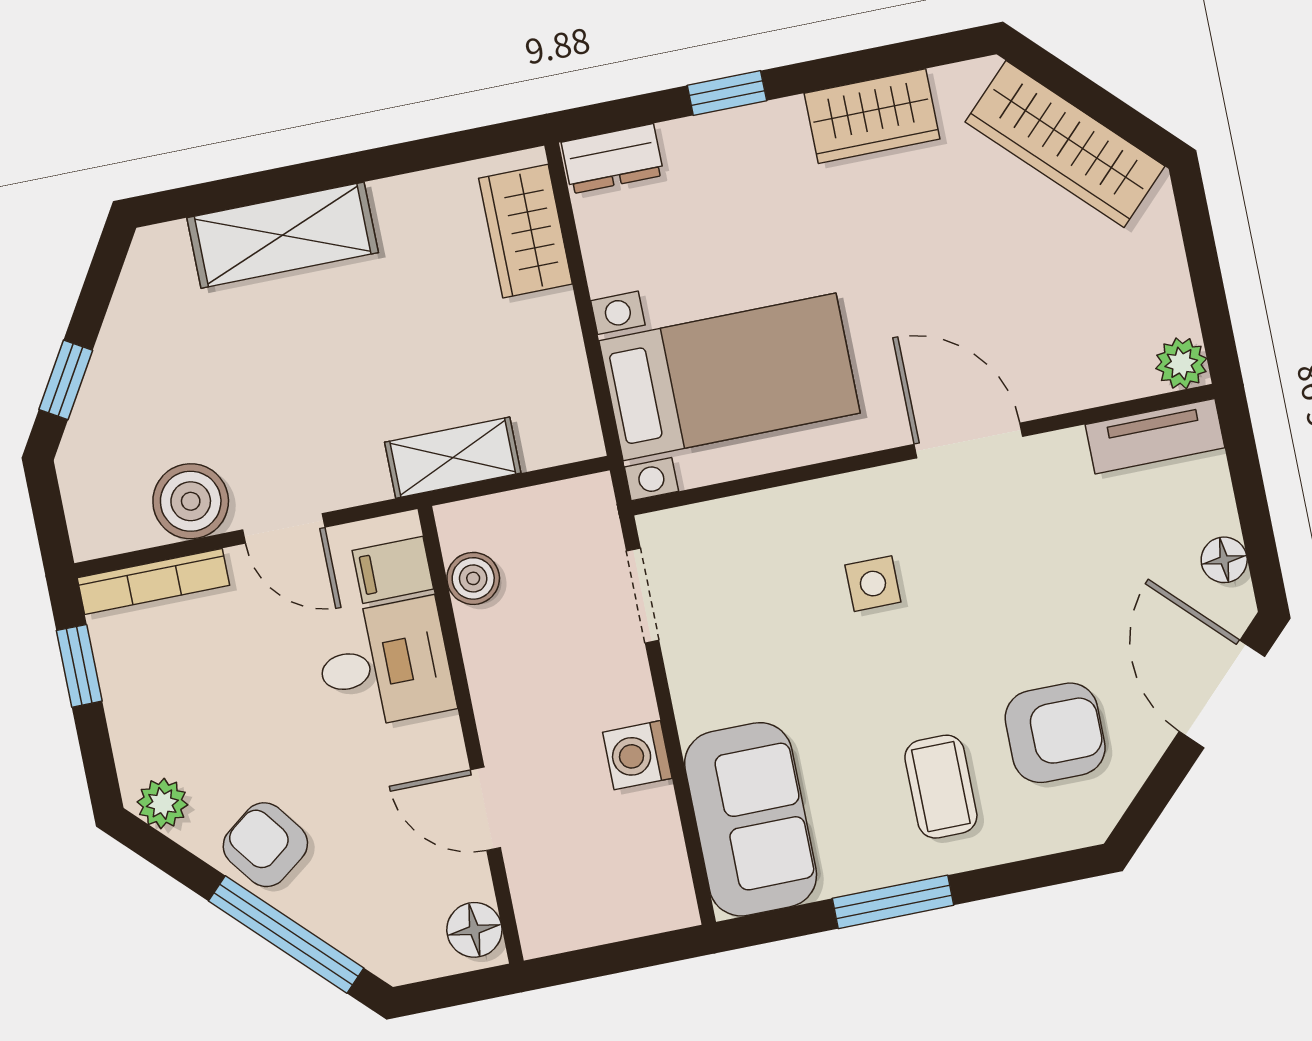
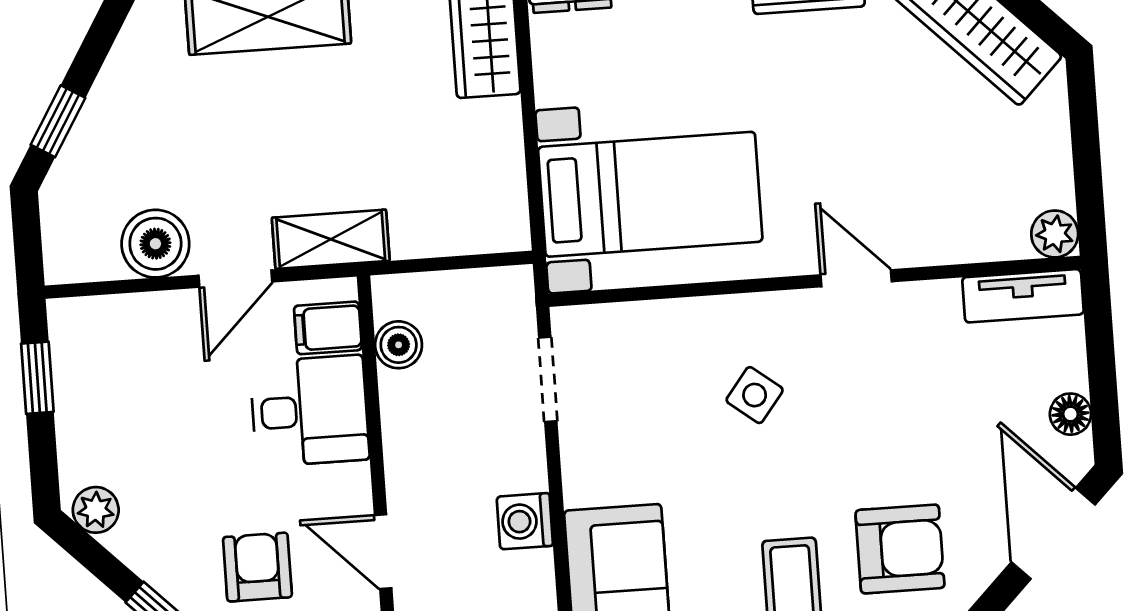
door: (968, 440) -> (856, 278), width x0.73
shelving: (453, 458) -> (331, 239), moved
door: (284, 528) -> (235, 279), hinge flipped
bookcase: (153, 582) -> (113, 311), removed
side table: (873, 584) -> (755, 395), turned 38
armchair: (265, 845) -> (257, 567), moved, turned 37

